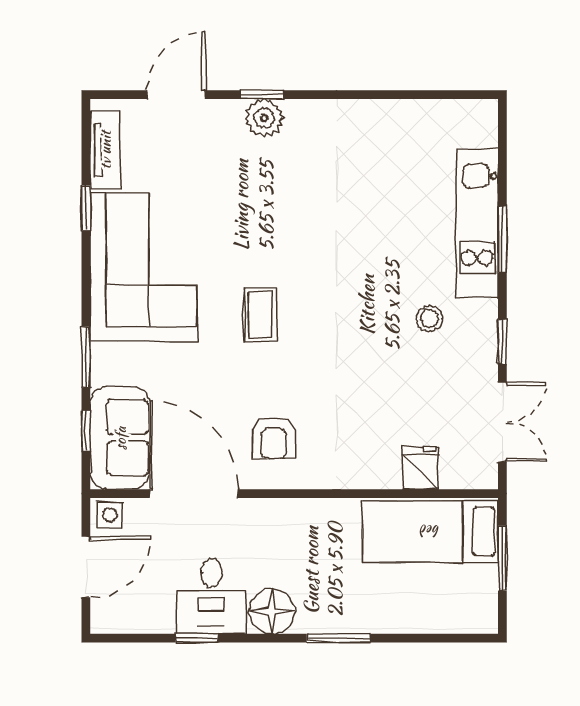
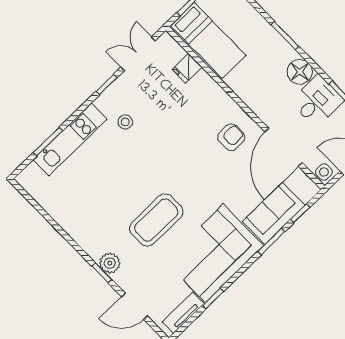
window: (502, 240) -> (48, 142), moved
coffee table: (260, 315) -> (156, 220), moved, width x1.86, depth x1.72
sofa: (120, 438) -> (274, 213), moved

